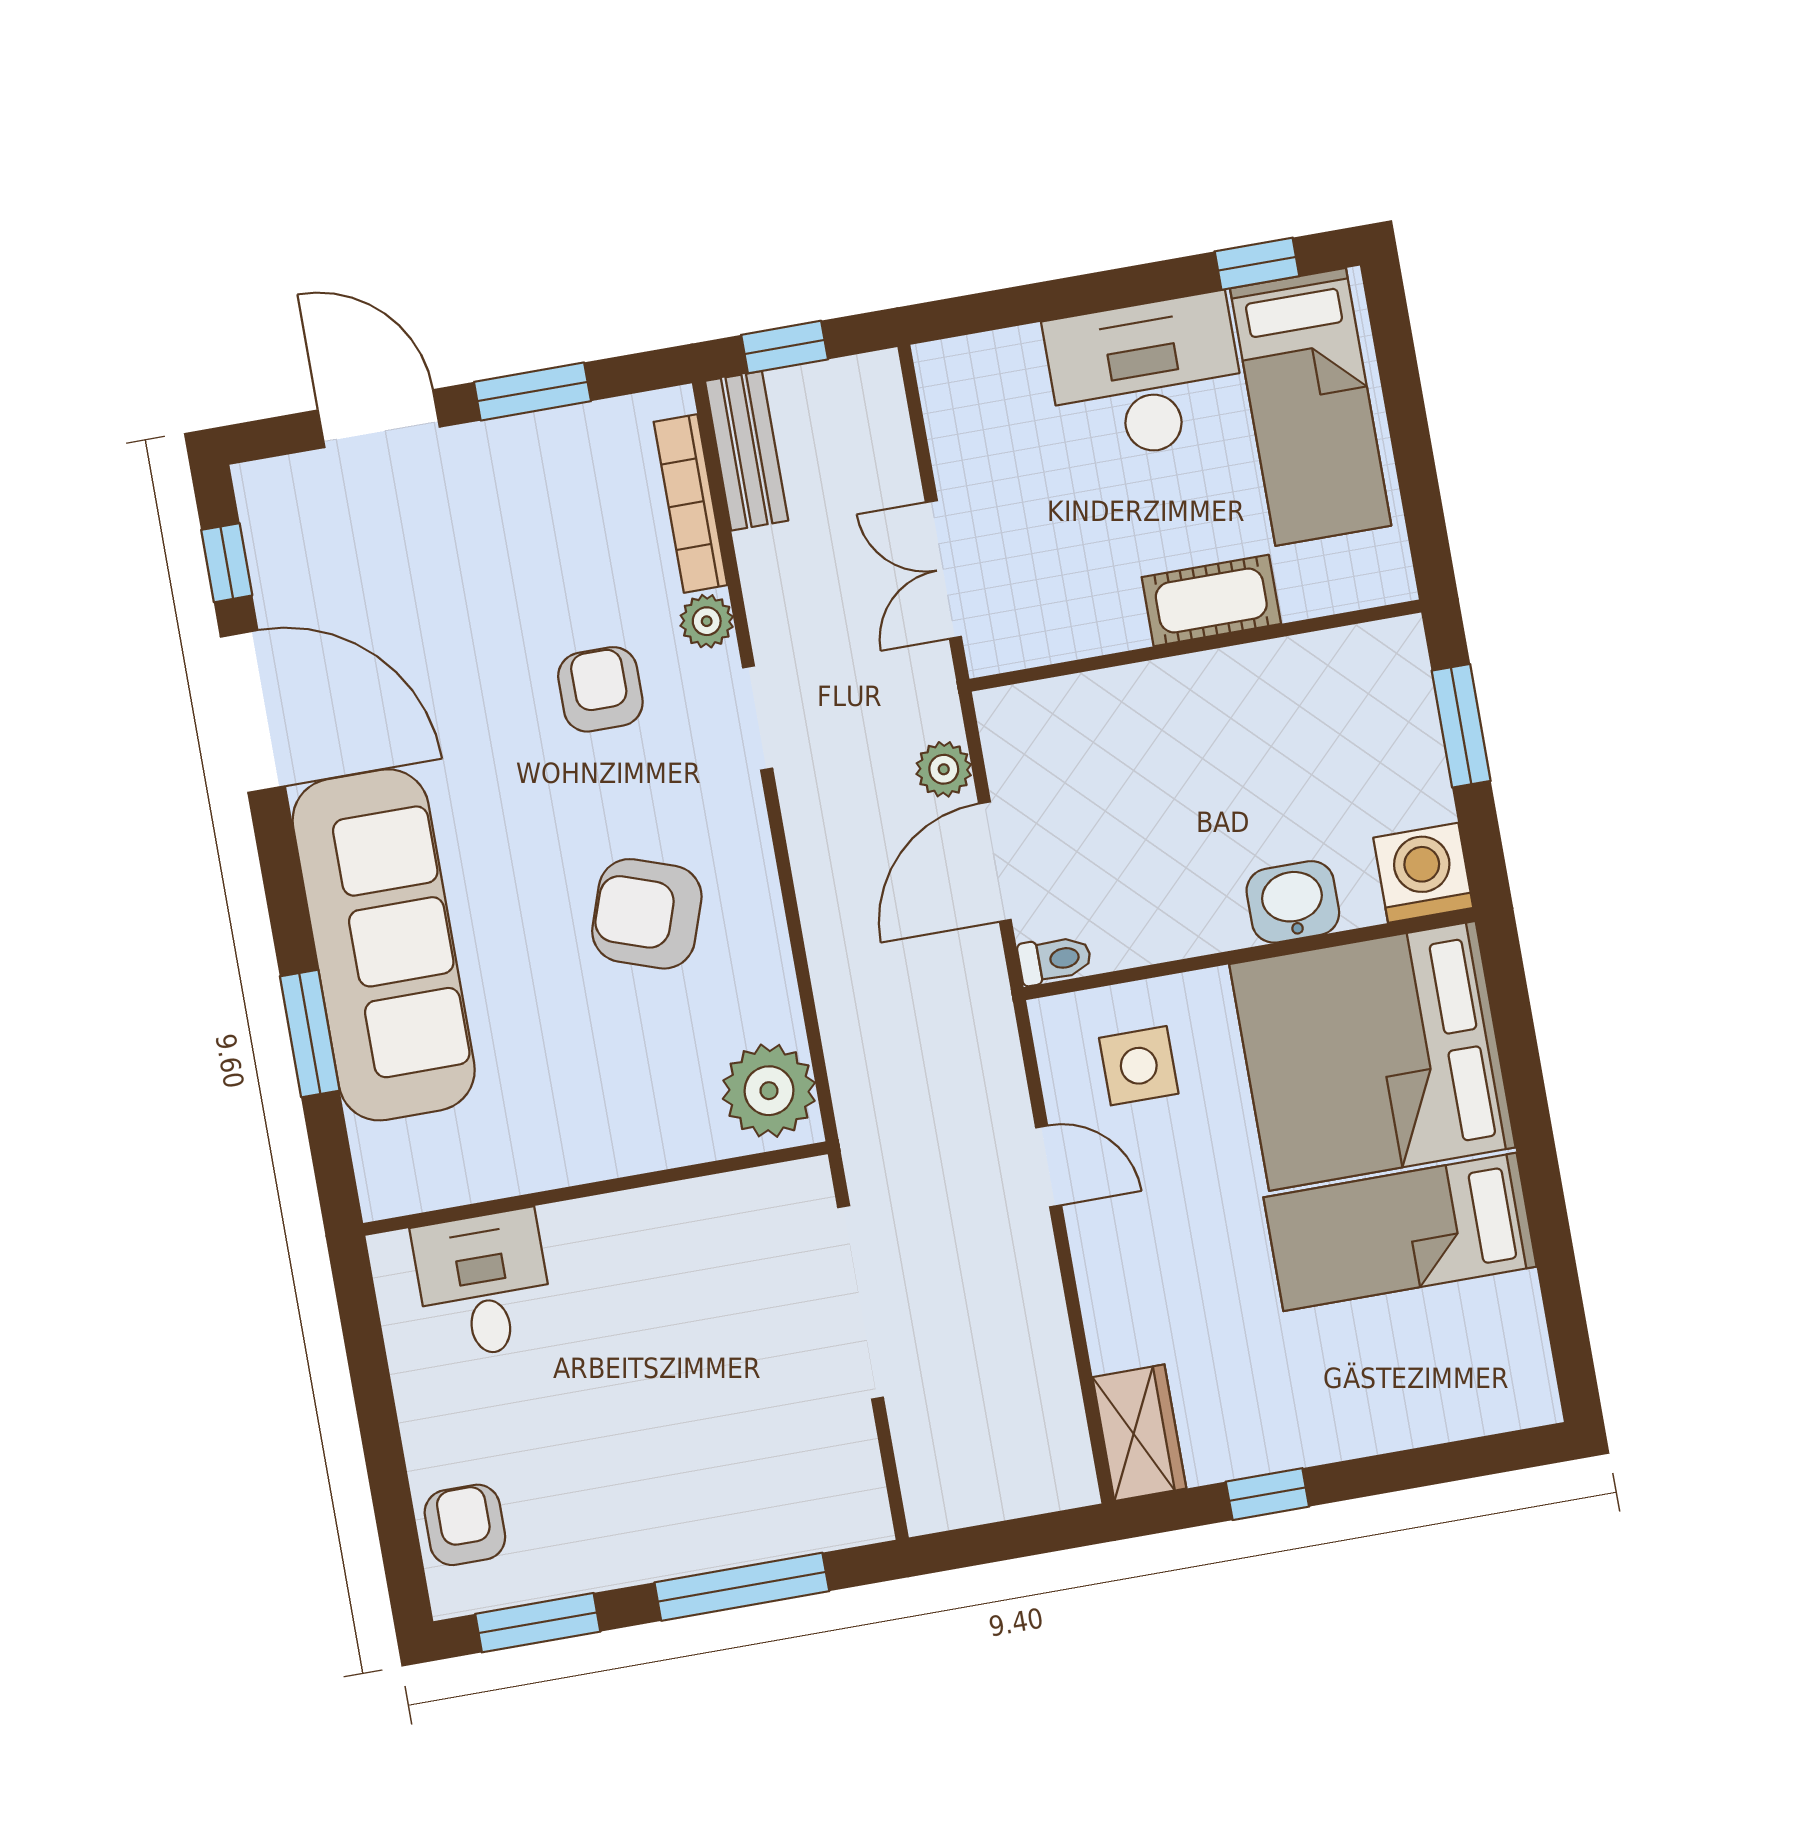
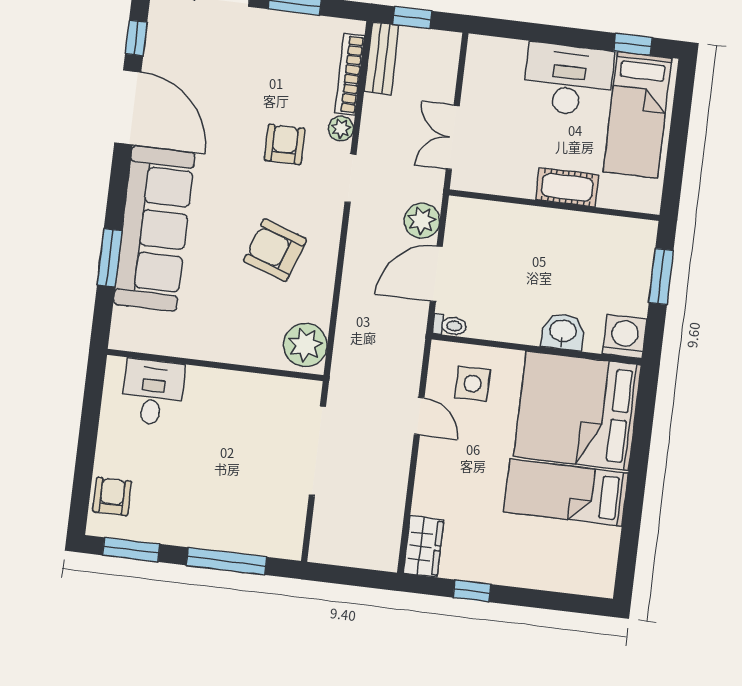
plant: (944, 769) -> (422, 221), width x1.38, depth x1.38

